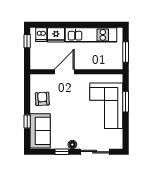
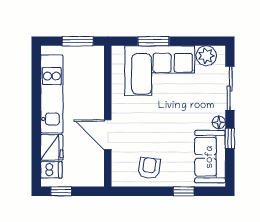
armchair: (42, 99) -> (149, 168), turned 101
sofa: (40, 131) -> (210, 157), moved, turned -90
plant: (116, 136) -> (206, 56), added

